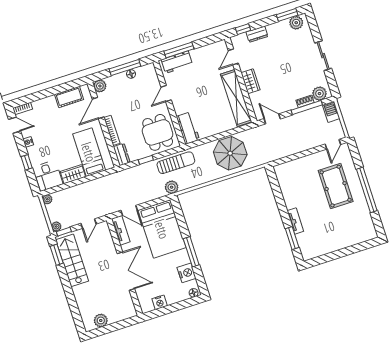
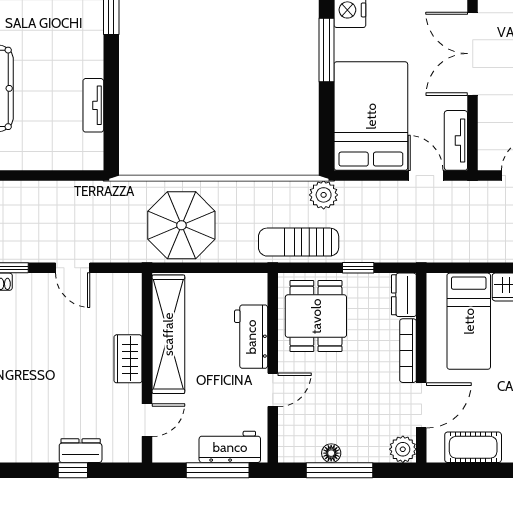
dresser: (257, 34) -> (81, 451), moved
door: (233, 57) -> (147, 420), moved
wall: (241, 80) -> (147, 368), moved
wardrobe: (250, 81) -> (128, 359), moved
shelving: (236, 98) -> (168, 334), moved
workbench: (188, 128) -> (251, 337), moved
tv unit: (295, 221) -> (93, 105), moved

